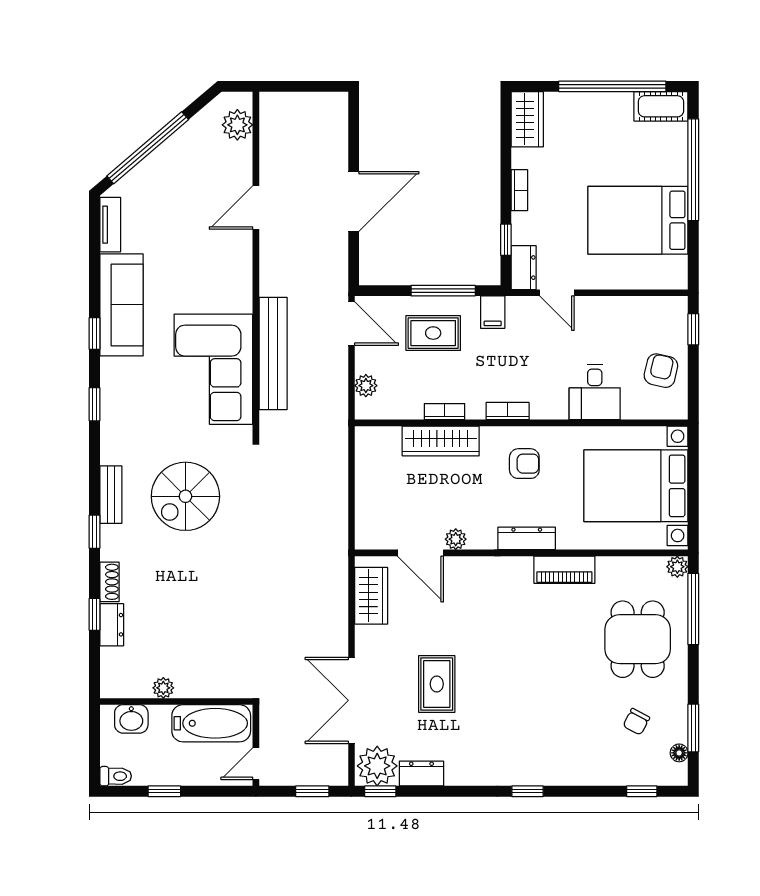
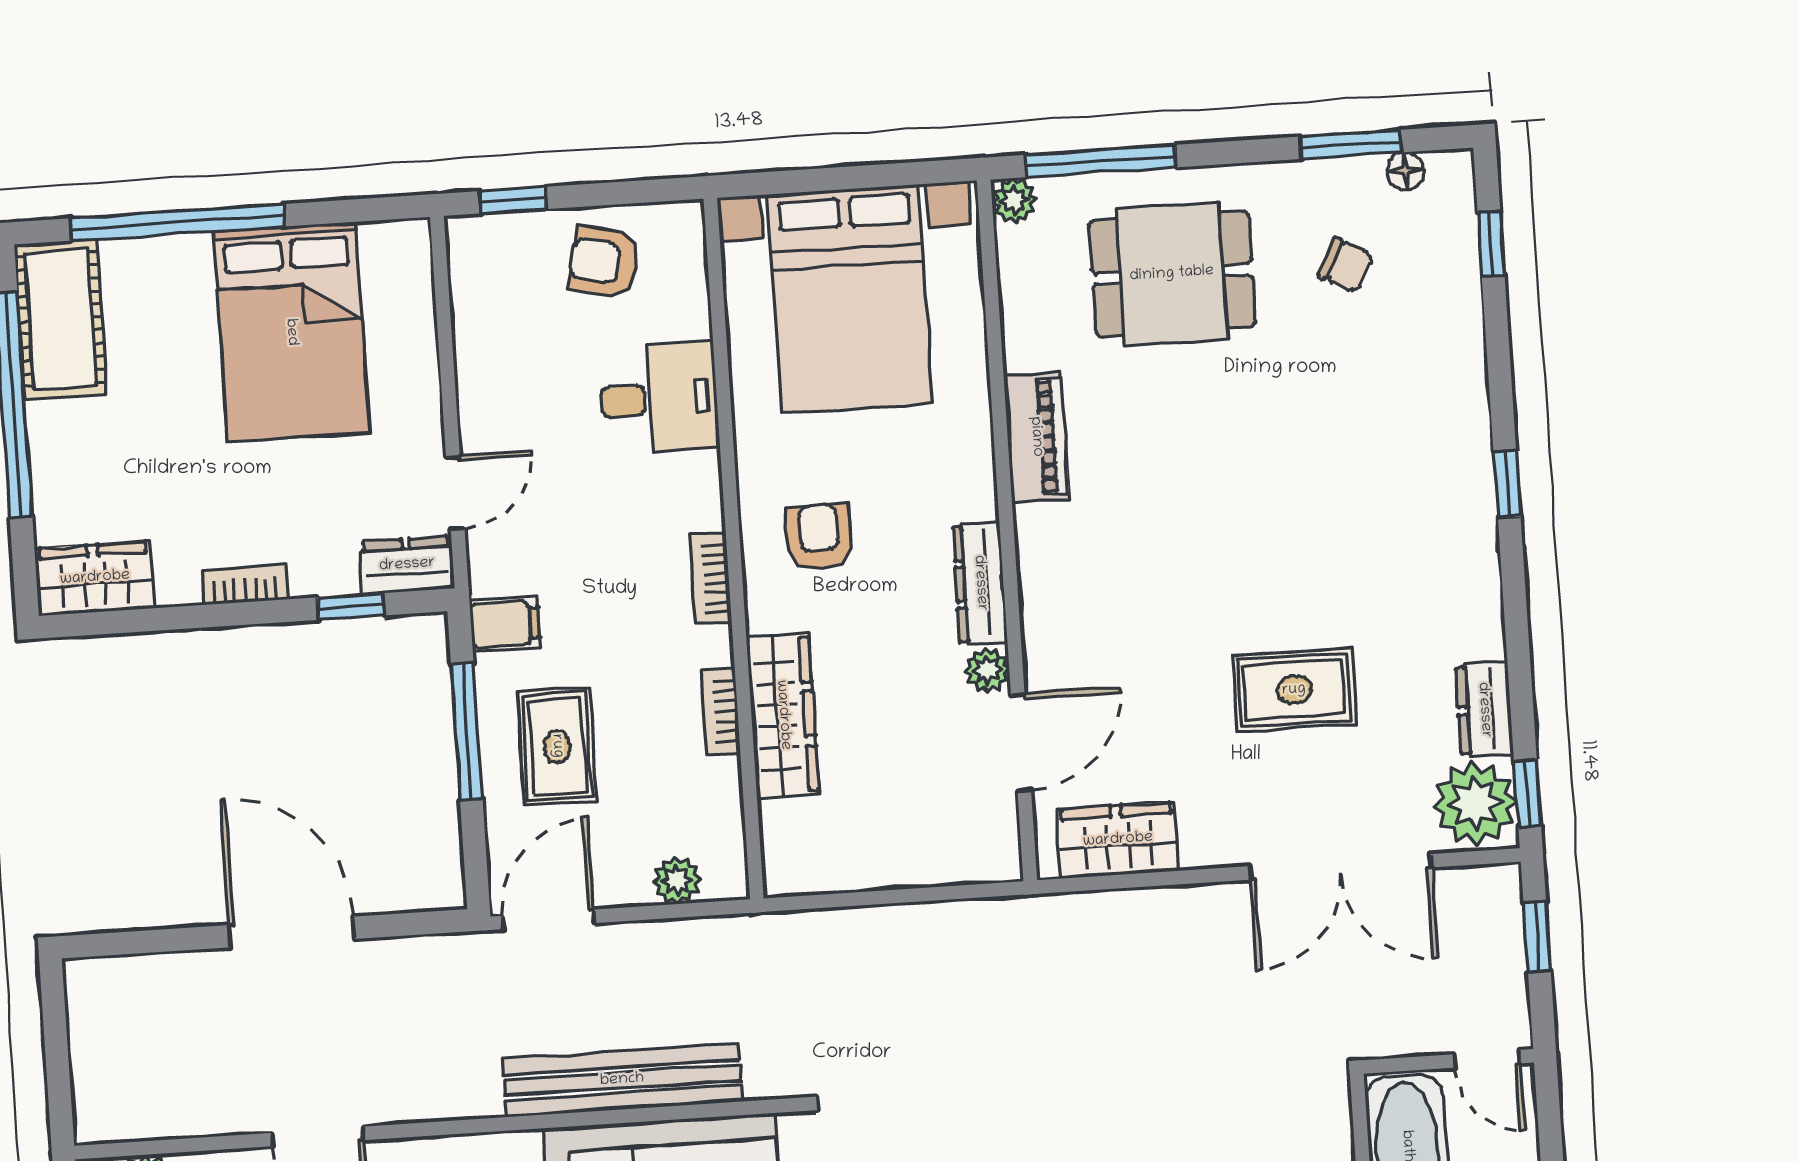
cot: (661, 106) -> (61, 319), width x1.37, depth x1.34
dresser: (527, 538) -> (980, 583), moved

